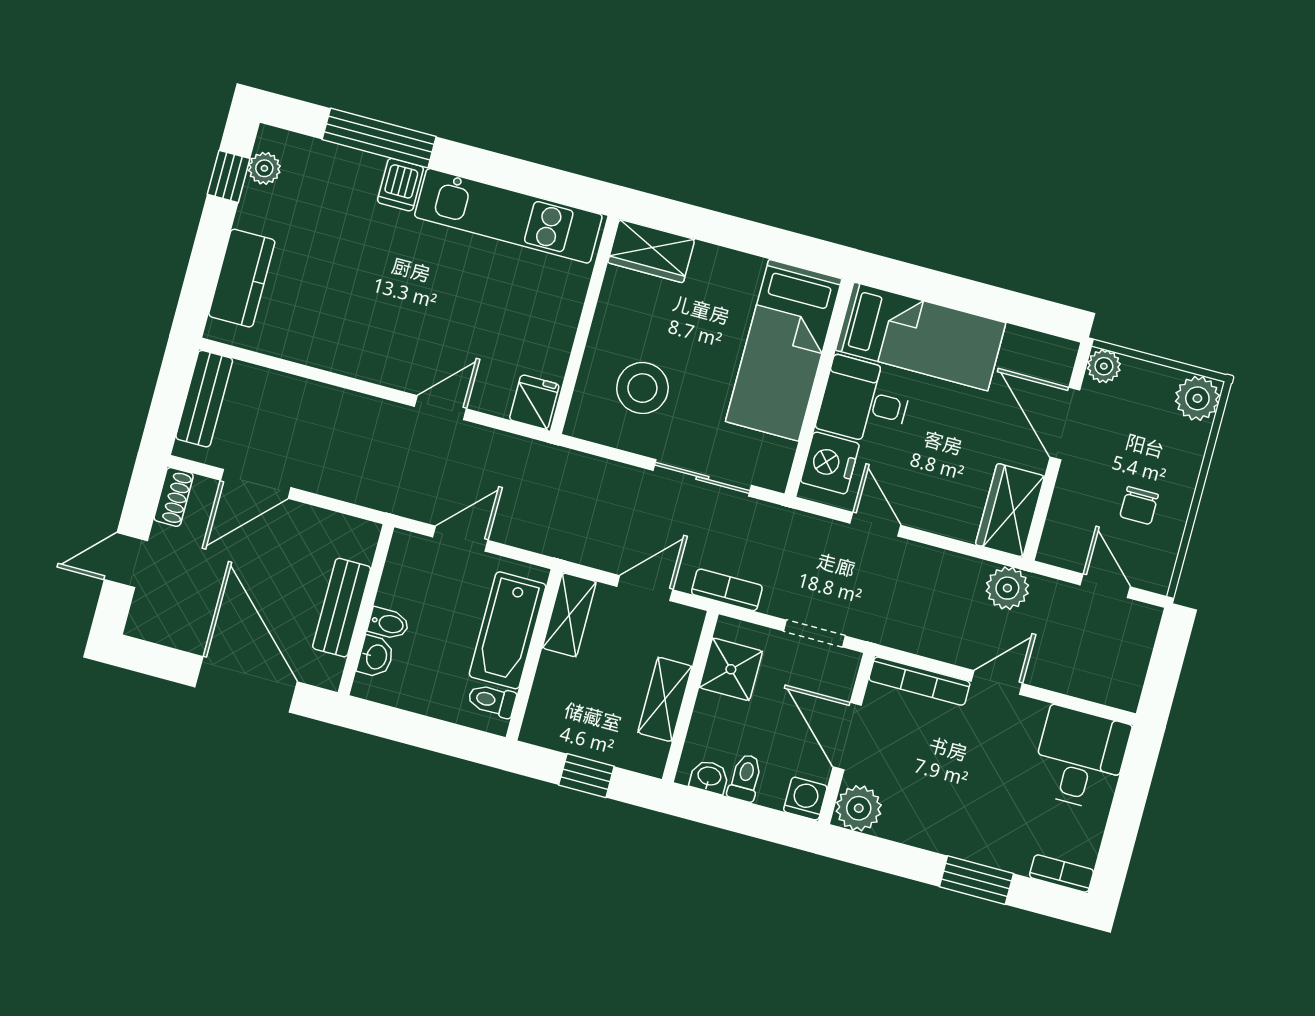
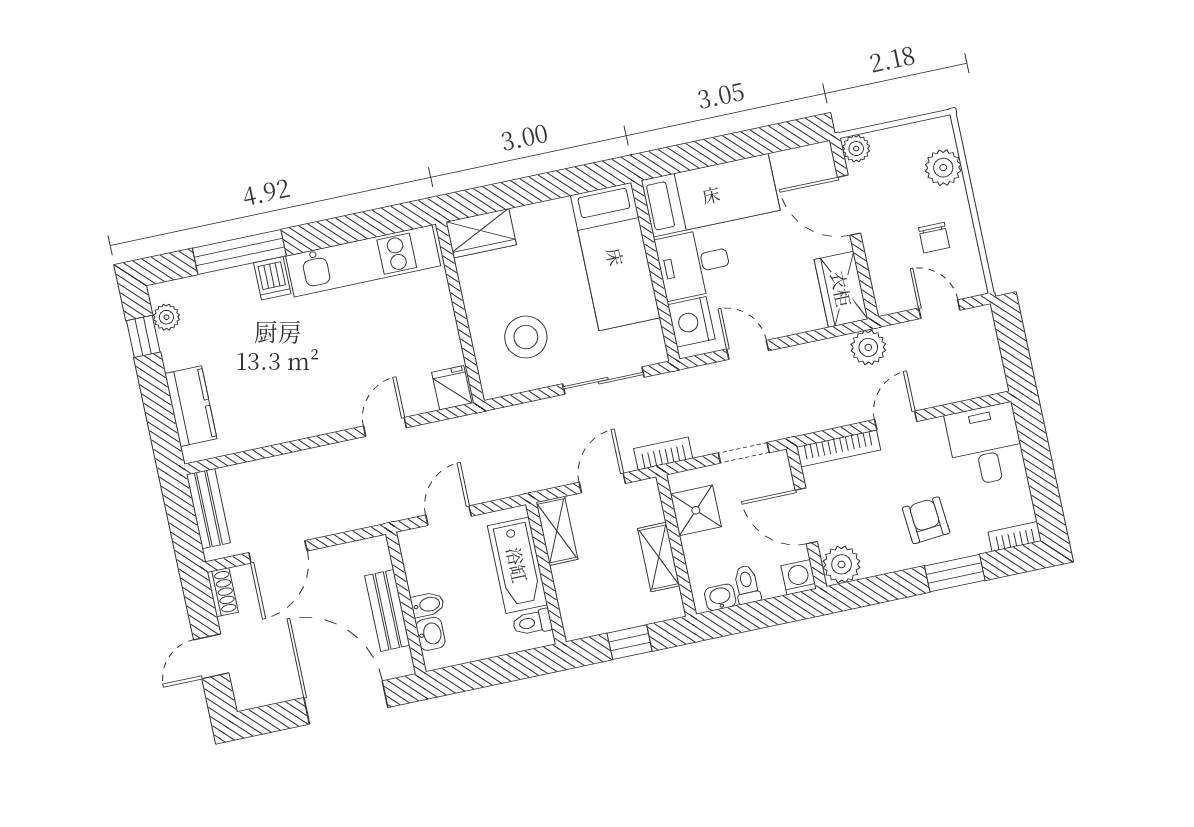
plant: (1197, 398) -> (943, 168), moved
armchair: (975, 807) -> (926, 520), added

